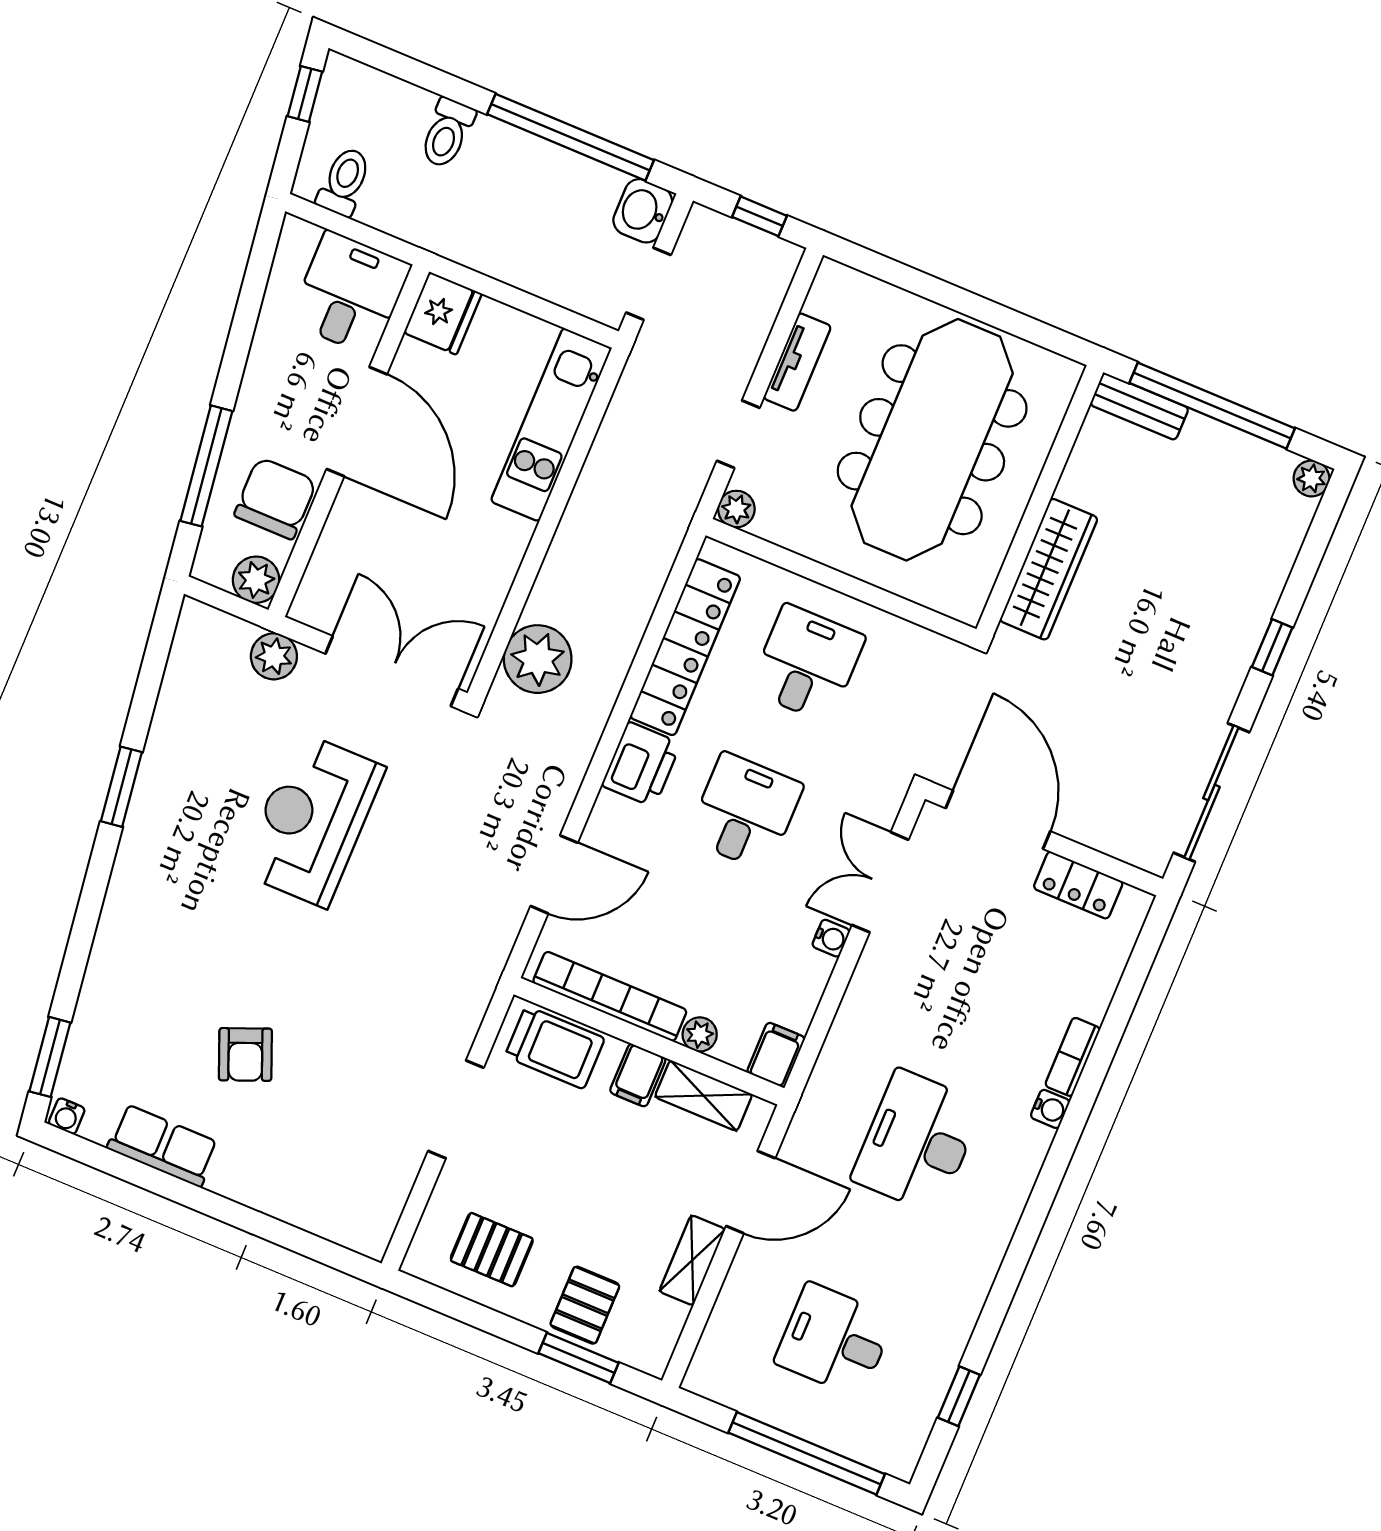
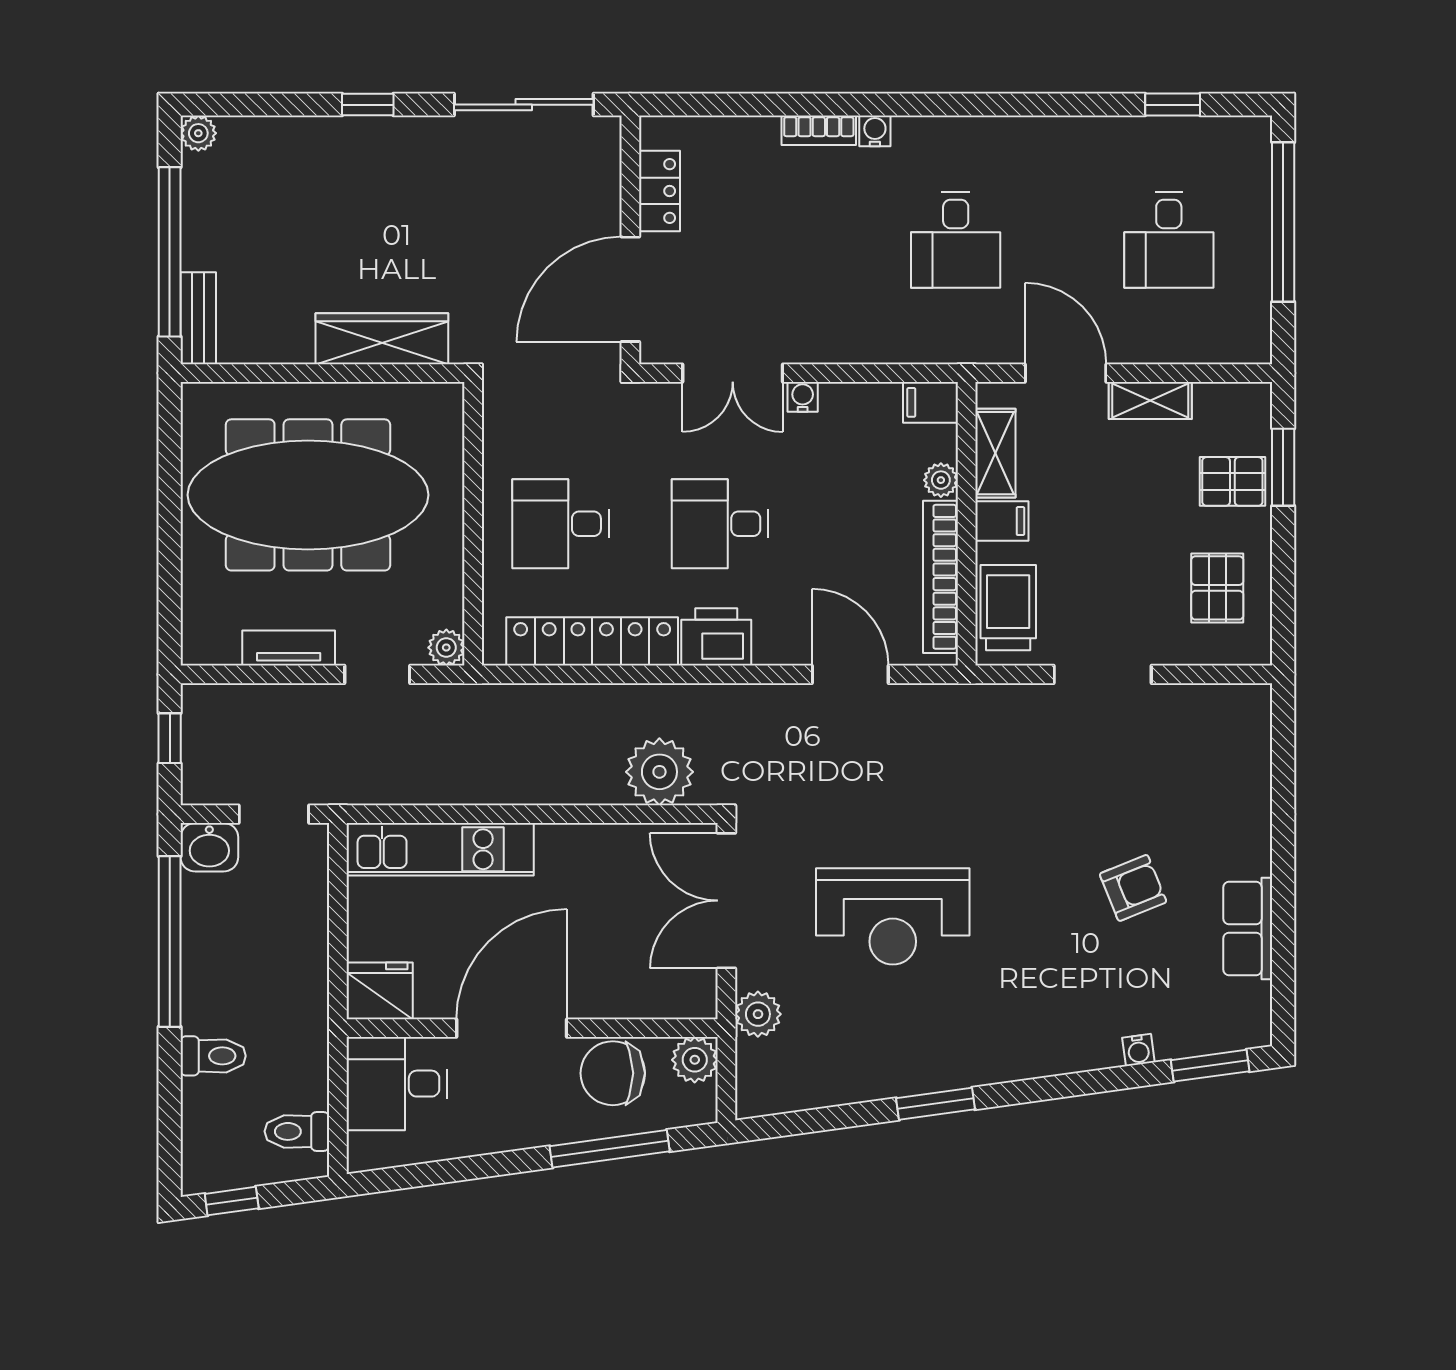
water cooler: (67, 1116) -> (1138, 1050), moved, turned 82
desk: (917, 1142) -> (956, 240), width x0.73

